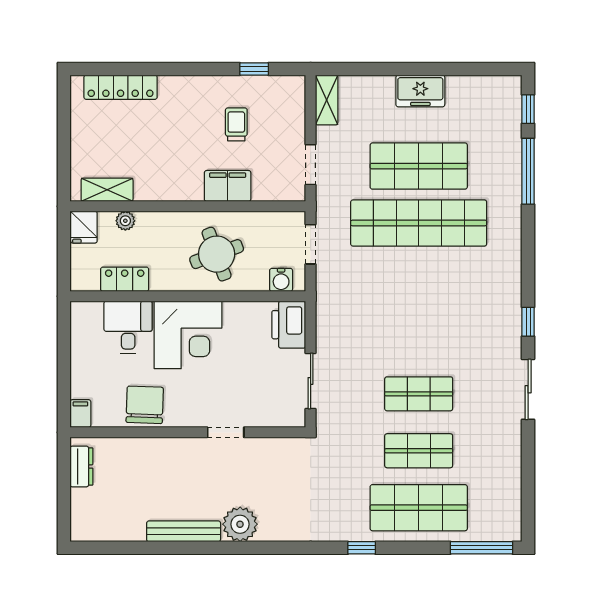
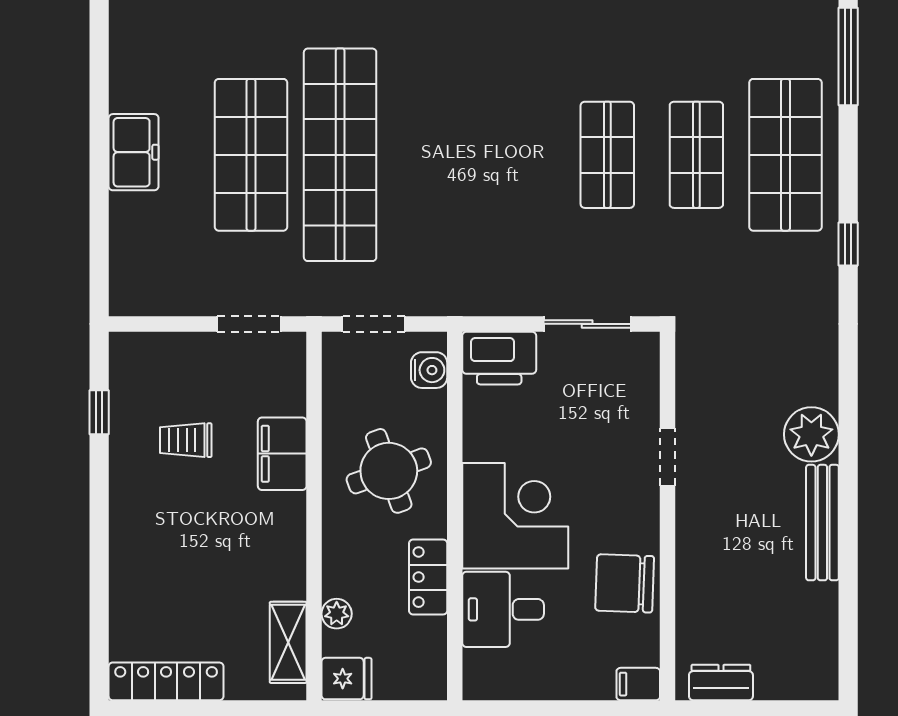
locker: (121, 87) -> (166, 681), moved, turned -90
shelving: (327, 100) -> (148, 299), removed
locker: (125, 279) -> (428, 577), moved

